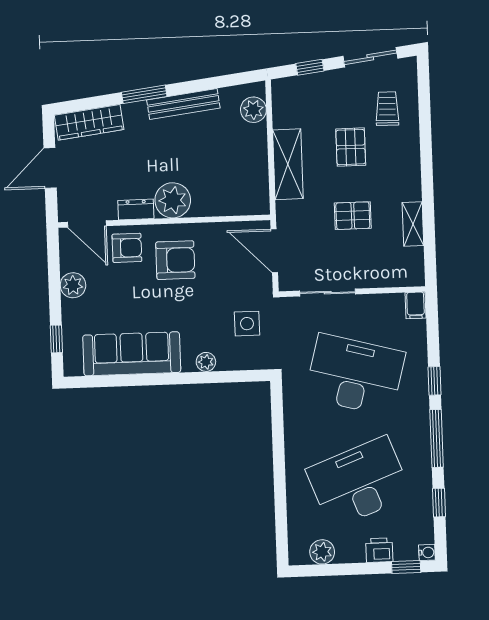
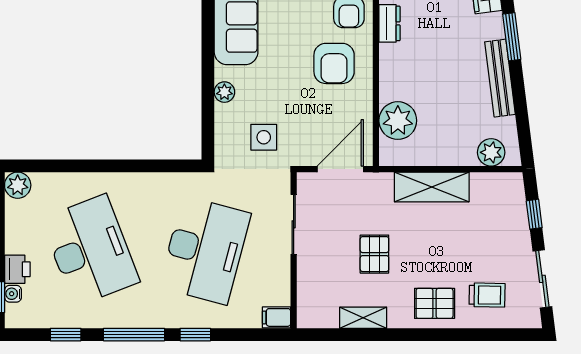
pallet: (351, 147) -> (435, 303), moved
plant: (173, 200) -> (398, 121), moved
plant: (322, 552) -> (18, 185), moved
water cooler: (427, 552) -> (13, 294), moved, turned 90

